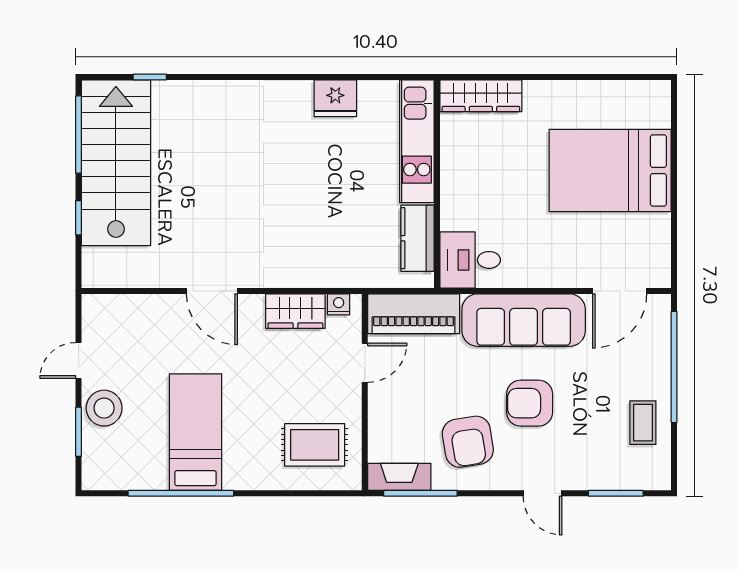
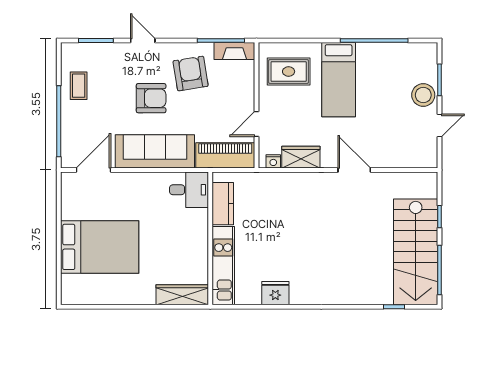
bed: (196, 432) -> (339, 80), moved

